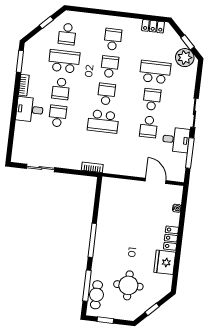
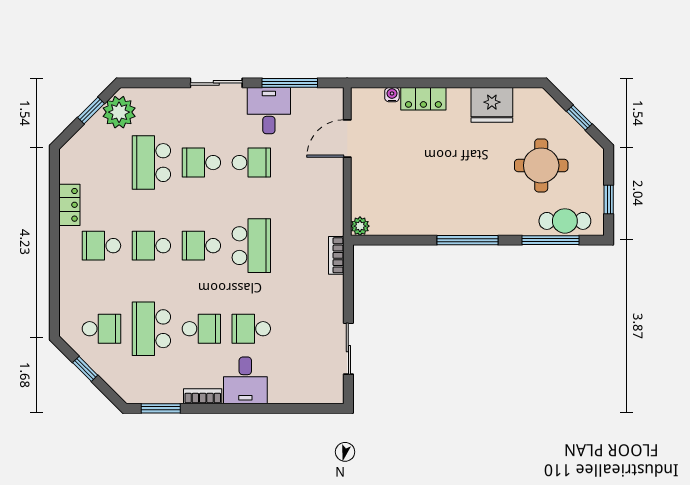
locker: (153, 26) -> (69, 205), moved
plant: (107, 182) -> (360, 226), added
locker: (171, 238) -> (423, 99), moved

